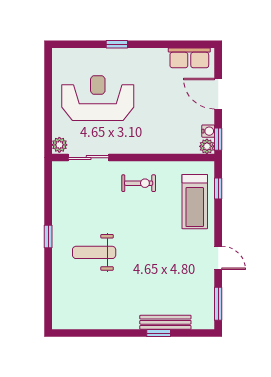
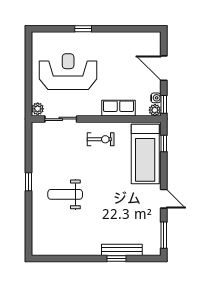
row of seats: (189, 58) -> (118, 108), moved, turned 180
treadmill: (195, 202) -> (145, 154), width x1.37, depth x1.38

